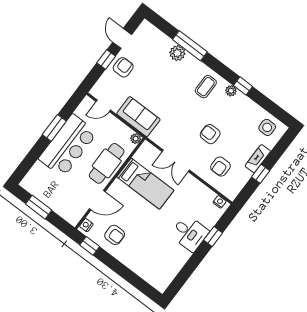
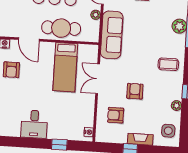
plant: (231, 91) -> (176, 106), moved
sofa: (138, 117) -> (112, 35), width x1.36
plant: (136, 139) -> (96, 15), moved
desk: (189, 233) -> (34, 124), moved

